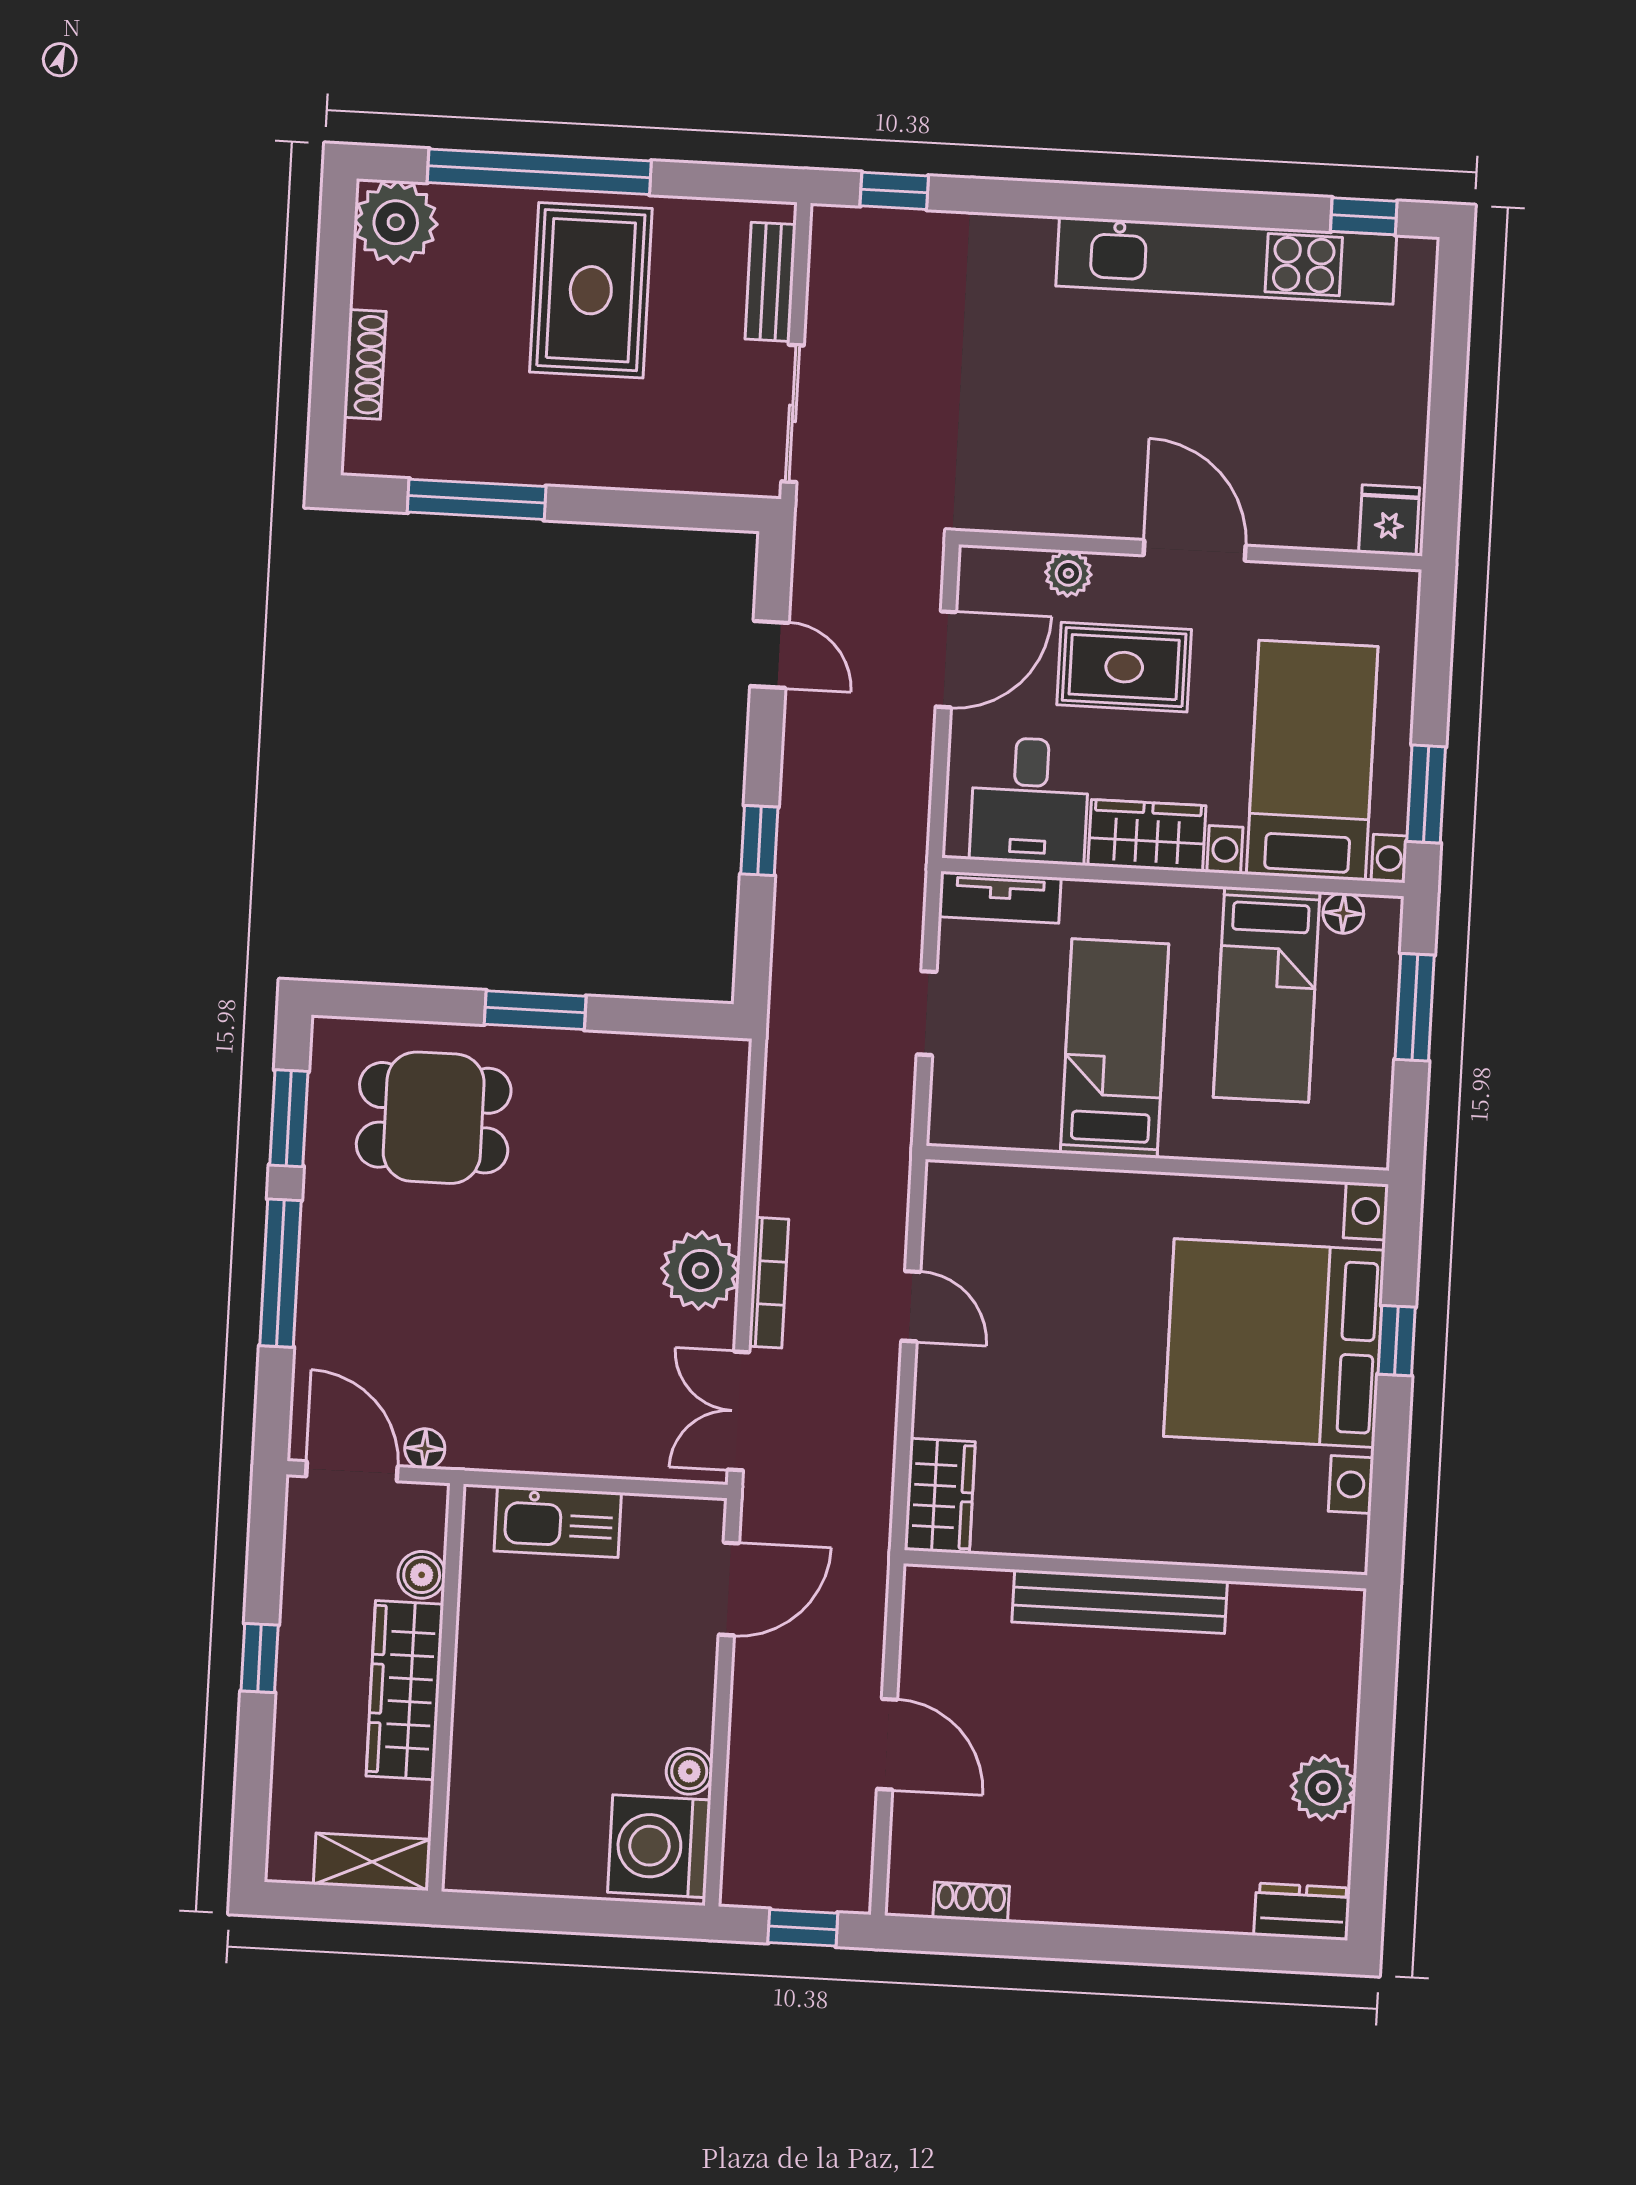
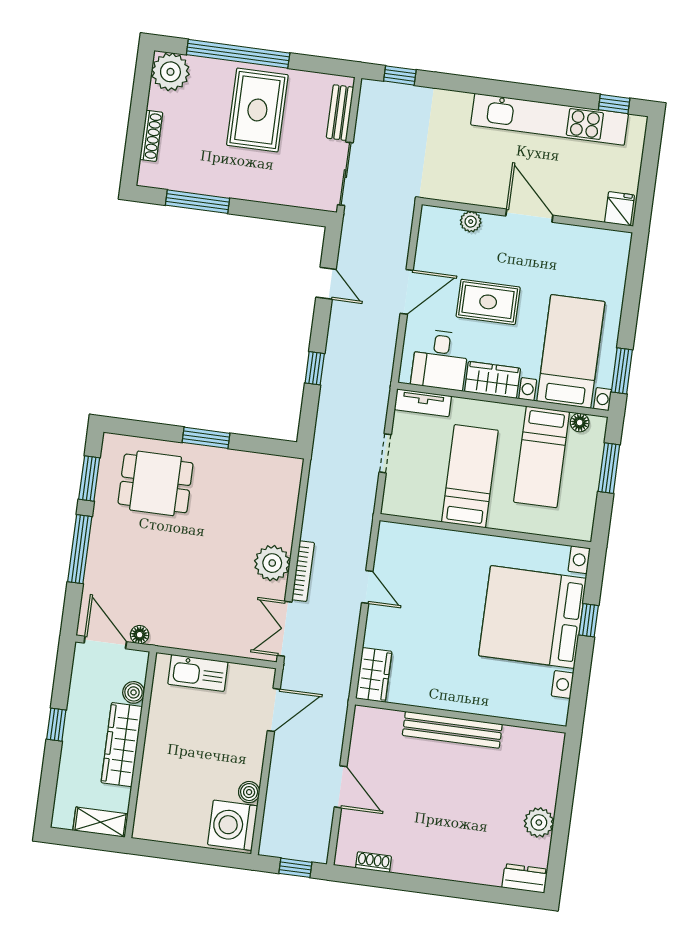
fridge: (1389, 520) -> (619, 209), moved
wall: (1191, 550) -> (527, 215), moved
door: (1195, 550) -> (529, 216), moved
plant: (1068, 573) -> (471, 222), moved

